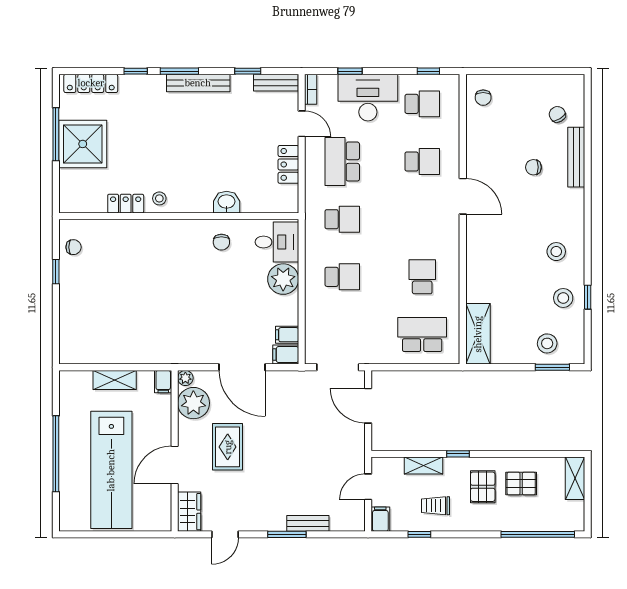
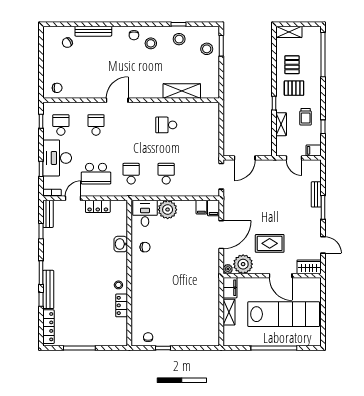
bench: (198, 83) -> (48, 289), moved
shower: (83, 144) -> (85, 332), removed
chair: (533, 167) -> (134, 35), moved
school desk: (422, 334) -> (201, 125), removed
shelving: (478, 334) -> (182, 91), moved
filing cabinet: (163, 382) -> (230, 288), width x2.00

